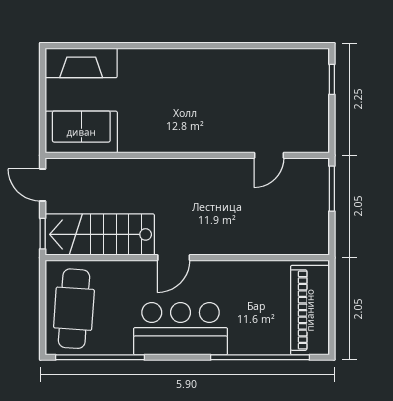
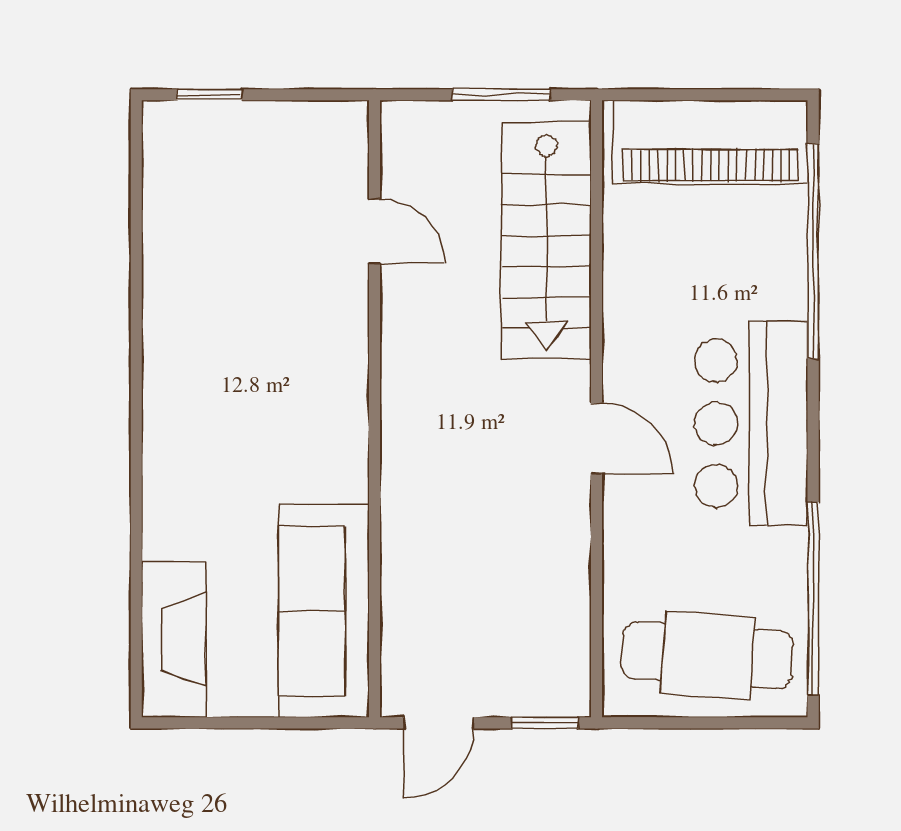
sofa: (81, 132) -> (324, 611), width x1.36
window: (332, 189) -> (501, 95), moved
stairs: (100, 234) -> (546, 241), moved

